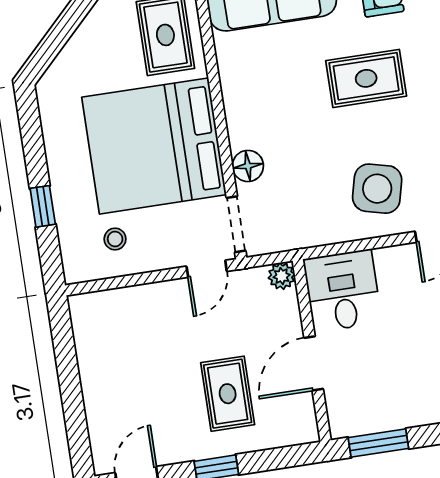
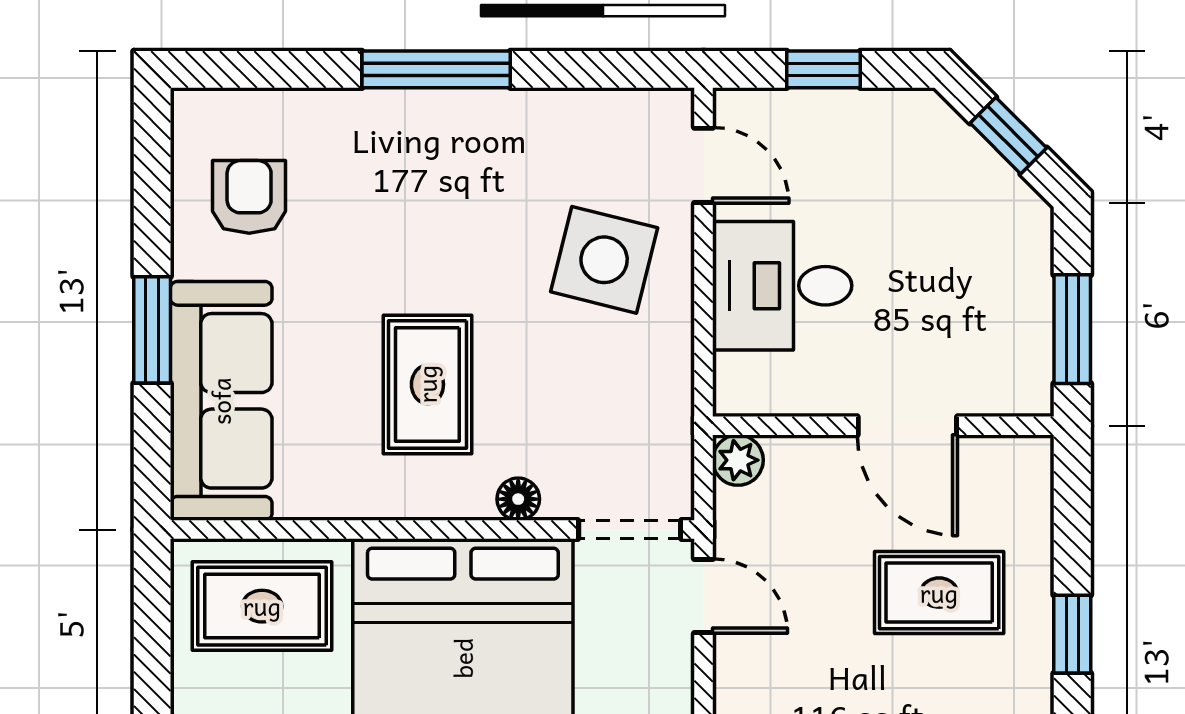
rug: (366, 78) -> (427, 384), moved
floor lamp: (248, 166) -> (518, 499), width x0.73, depth x0.73
desk: (343, 291) -> (782, 286), moved

